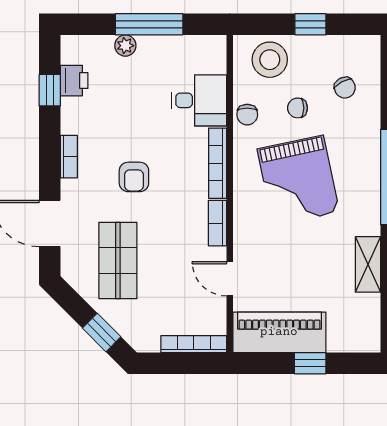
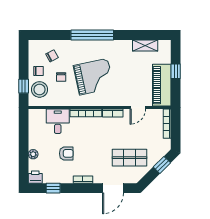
window: (149, 24) -> (24, 144), removed
window: (310, 24) -> (24, 86), moved
printer: (74, 81) -> (35, 177), moved
chair: (247, 115) -> (39, 71), moved
armchair: (134, 177) -> (66, 153), moved
shelving: (368, 264) -> (145, 45), moved

